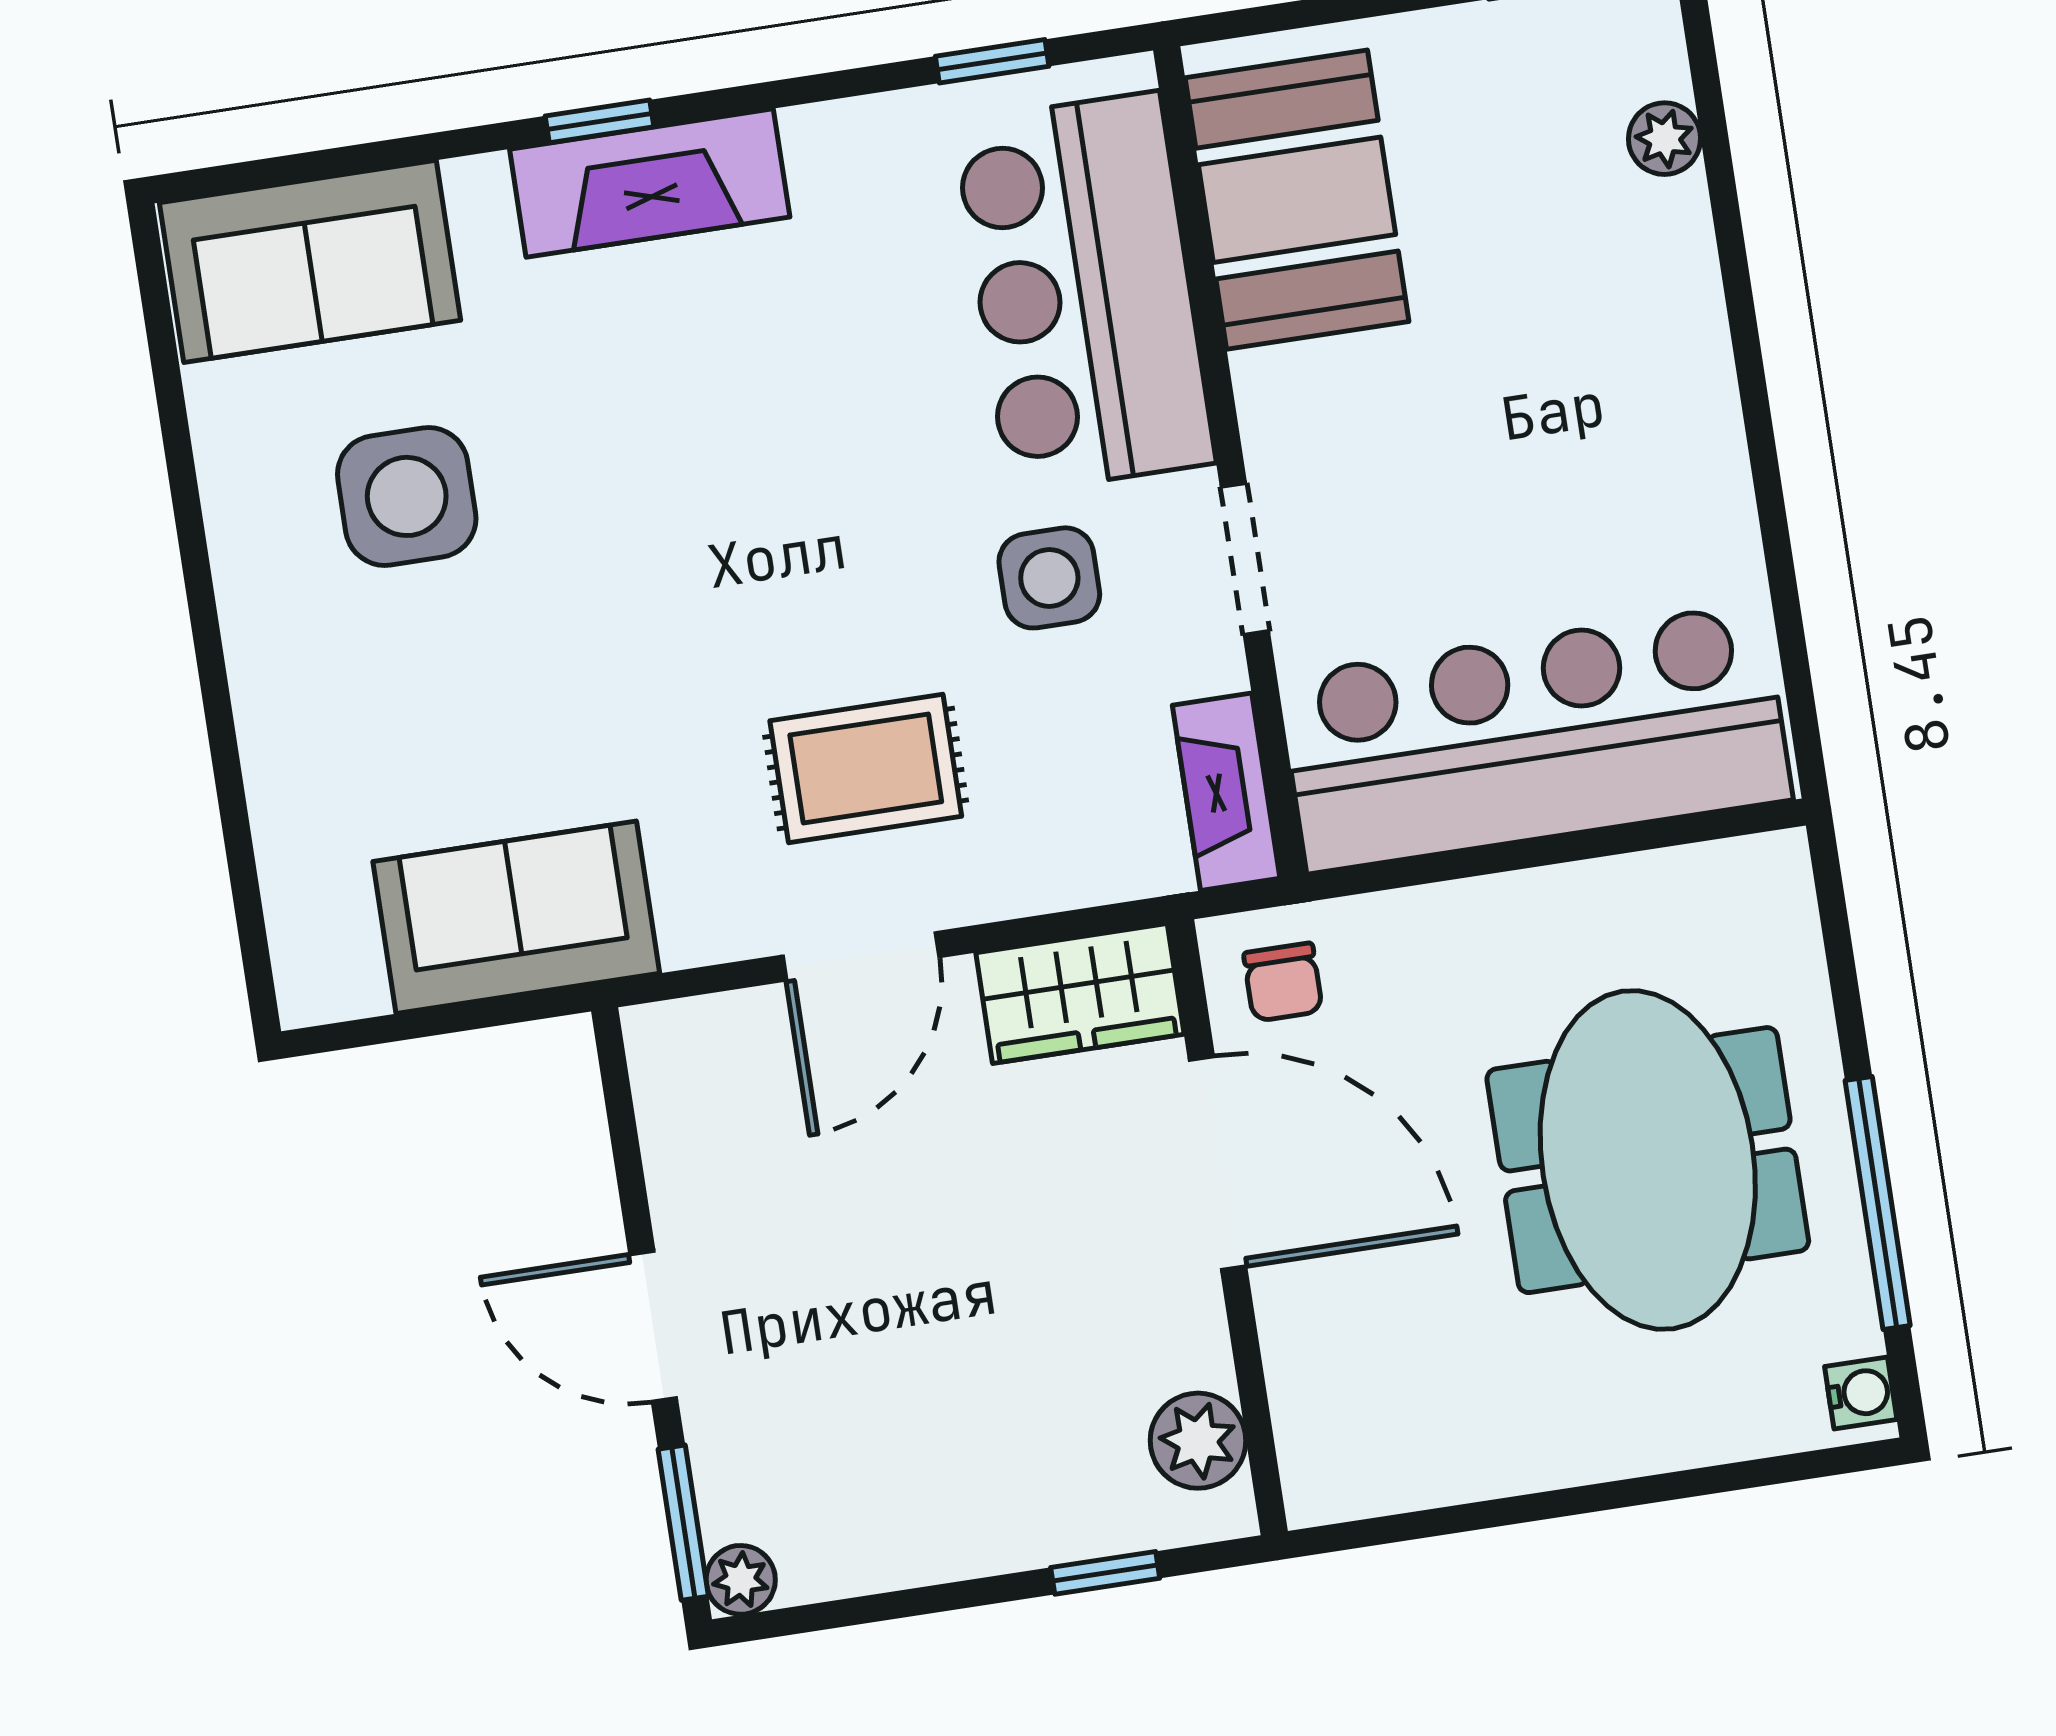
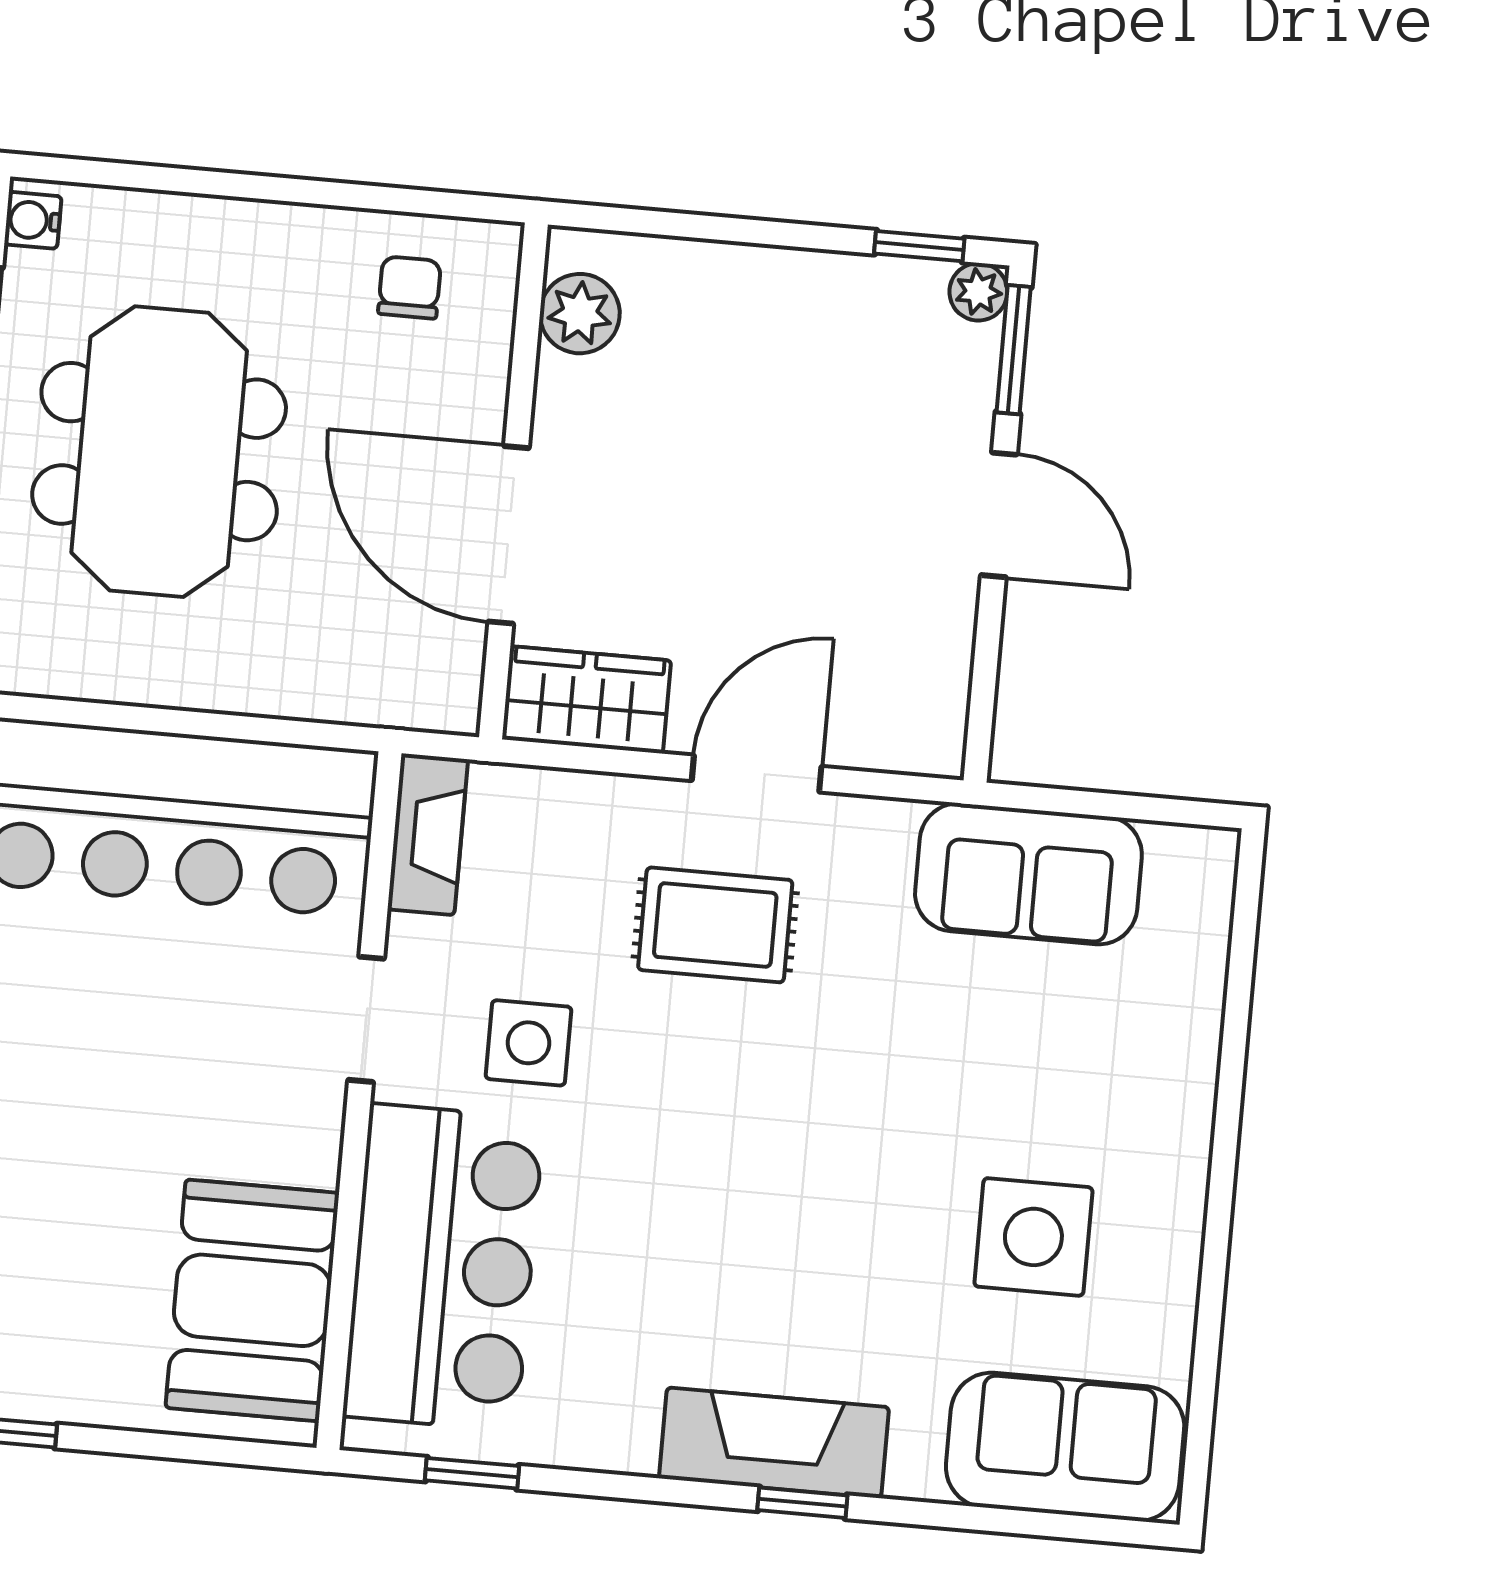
chair: (1283, 982) -> (410, 287), moved
window: (1105, 1573) -> (919, 246), moved

